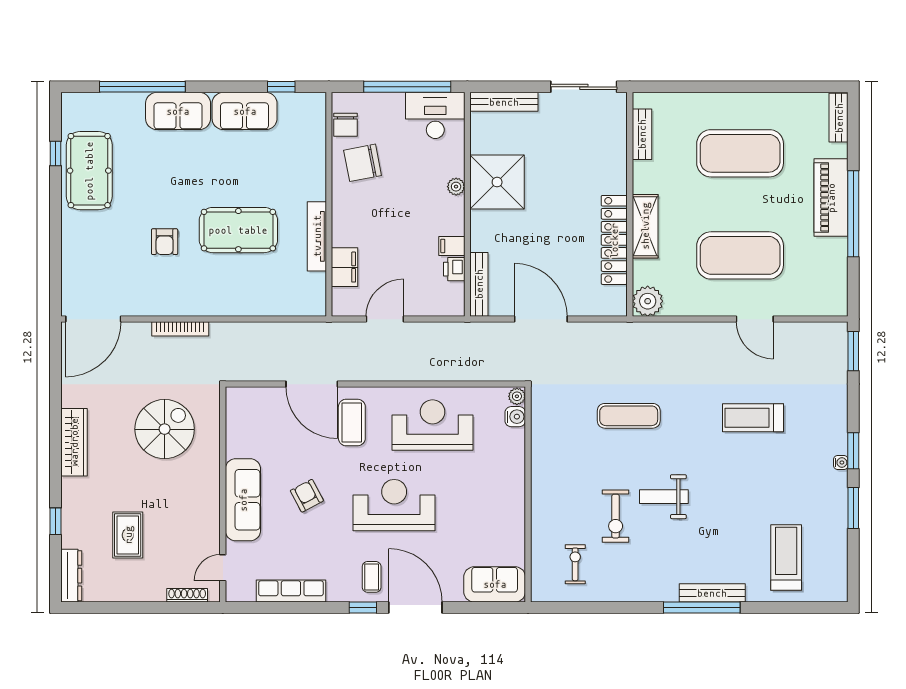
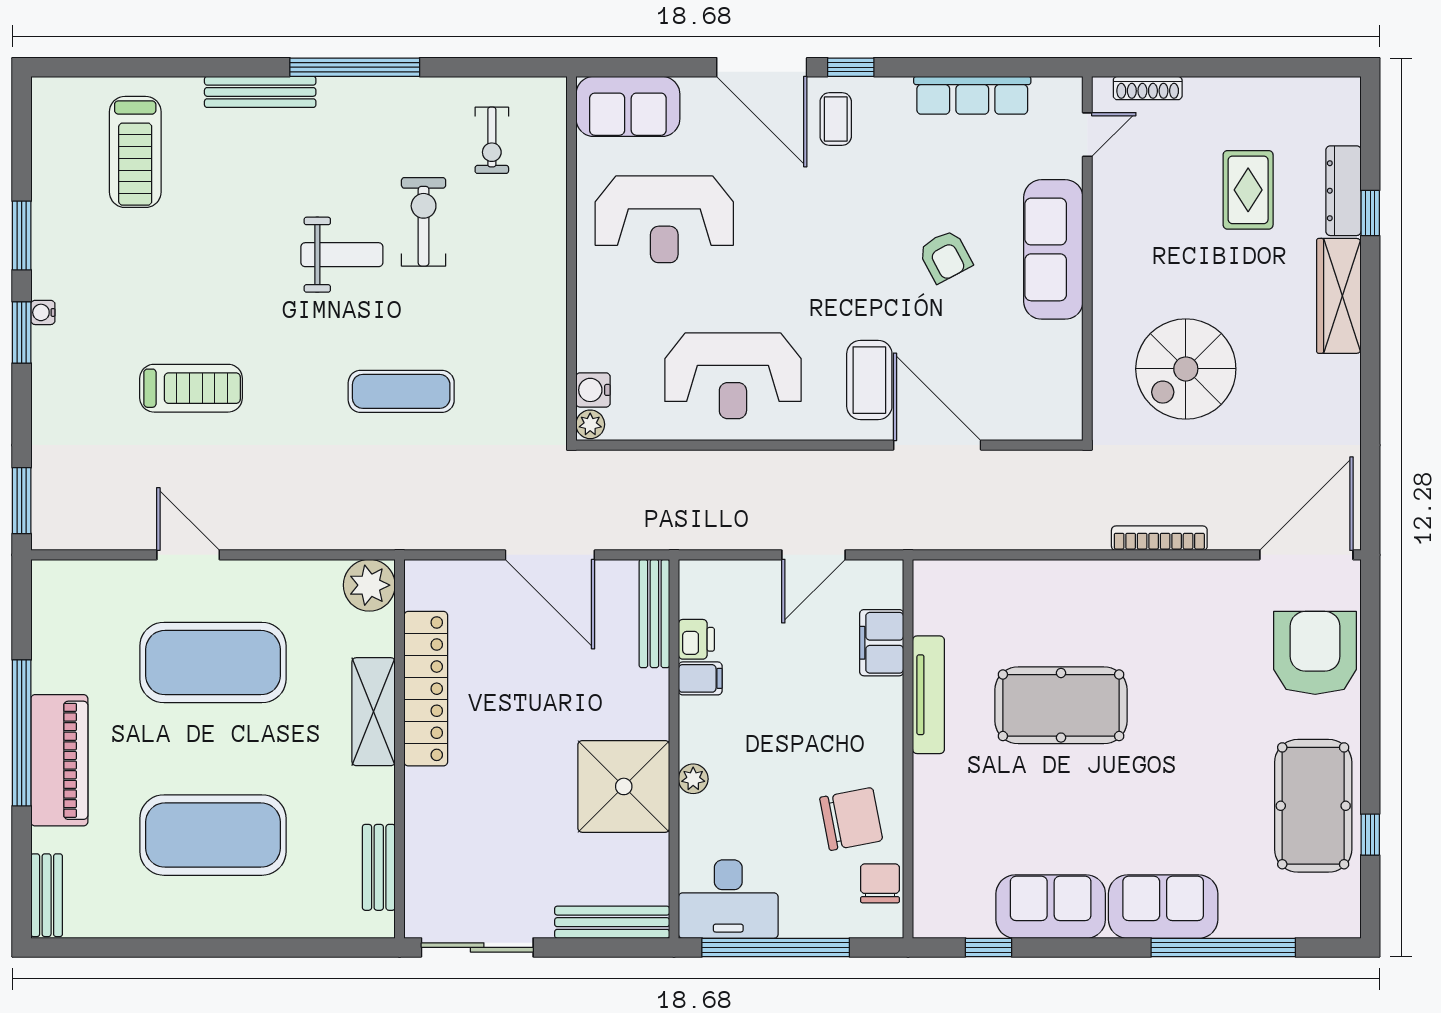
armchair: (165, 242) -> (1315, 653), moved, width x1.88, depth x1.88
wardrobe: (74, 442) -> (1339, 296), moved
reception desk: (394, 505) -> (664, 219), moved
dresser: (71, 576) -> (1343, 191), moved
window: (702, 608) -> (355, 67), moved

